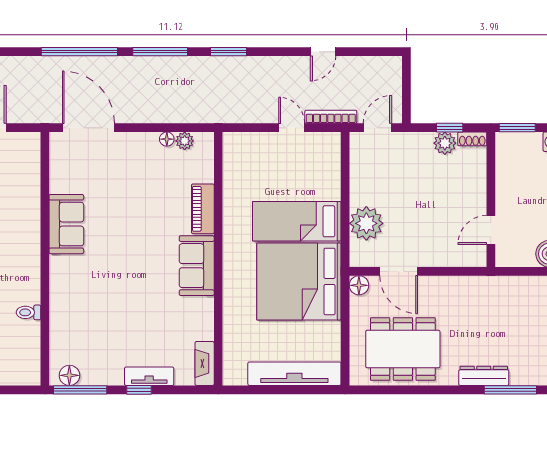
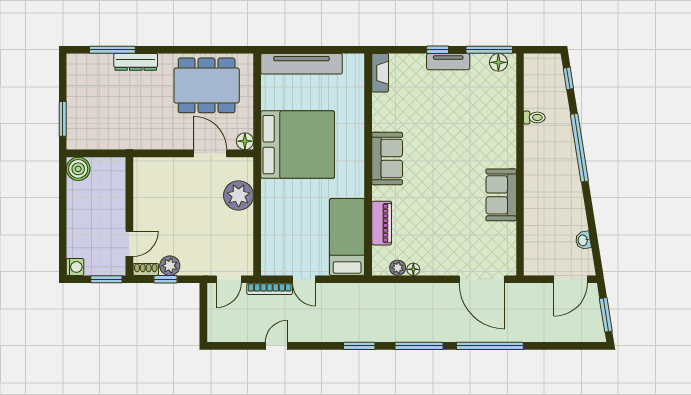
piano: (203, 209) -> (382, 223), moved
bed: (297, 221) -> (347, 237), moved, turned -90
door: (491, 230) -> (129, 244), moved
tv unit: (149, 376) -> (448, 62), moved

